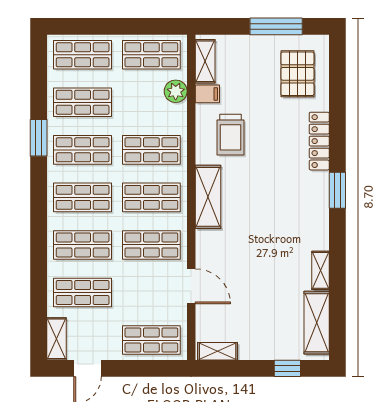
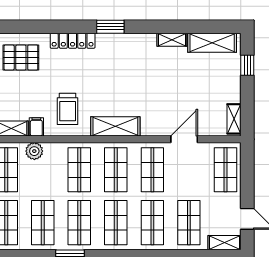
trolley: (231, 135) -> (68, 109), turned 90

